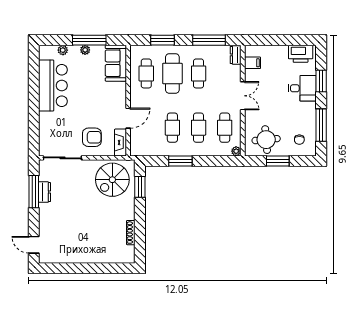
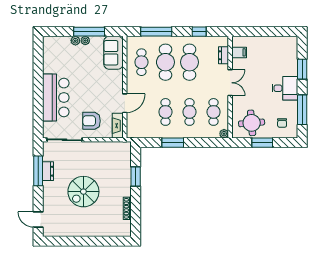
window: (162, 40) -> (156, 32), width x1.44
window: (209, 40) -> (199, 32), width x0.46
plant: (63, 50) -> (75, 41), moved
printer: (301, 54) -> (283, 44), removed
dresser: (236, 55) -> (224, 55), moved
cafe table: (199, 73) -> (189, 62), width x1.37, depth x1.35
bar counter: (53, 86) -> (56, 97), moved
desk: (302, 88) -> (285, 88), moved
armchair: (92, 137) -> (92, 121), turned 180
spiral stairs: (112, 180) -> (83, 192), moved
window: (140, 187) -> (136, 176), moved

